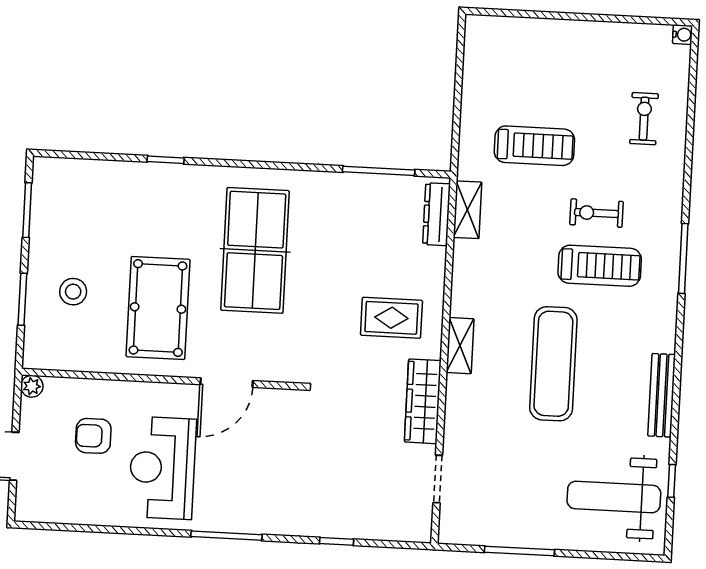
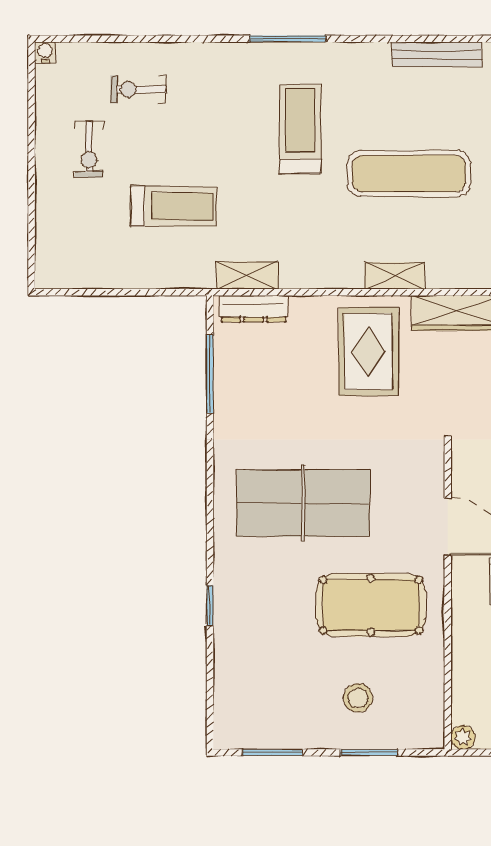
treadmill: (534, 146) -> (174, 207), turned 90
exercise bike: (597, 213) -> (89, 150), moved
rug: (391, 318) -> (368, 352), width x1.36, depth x1.43

